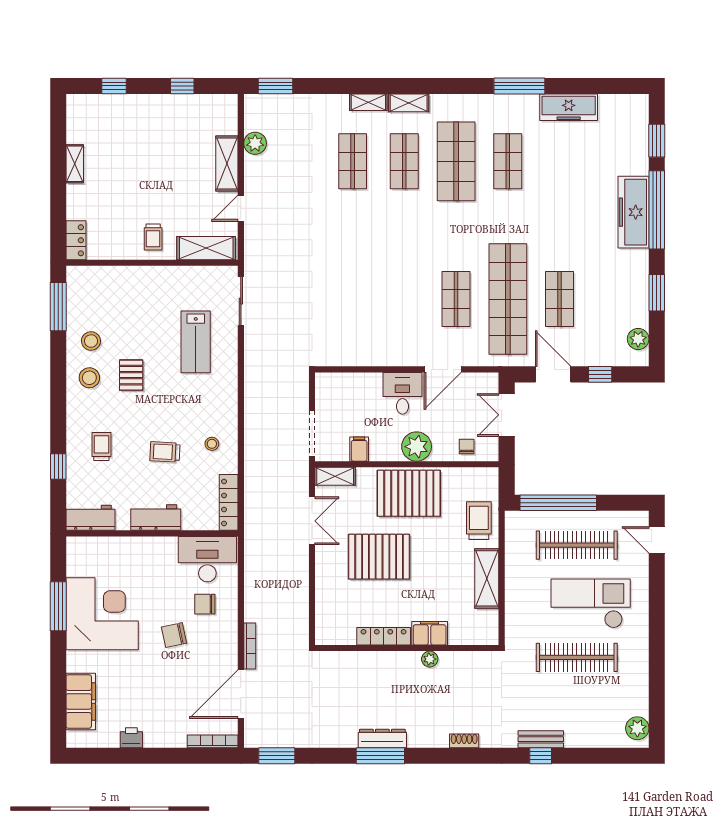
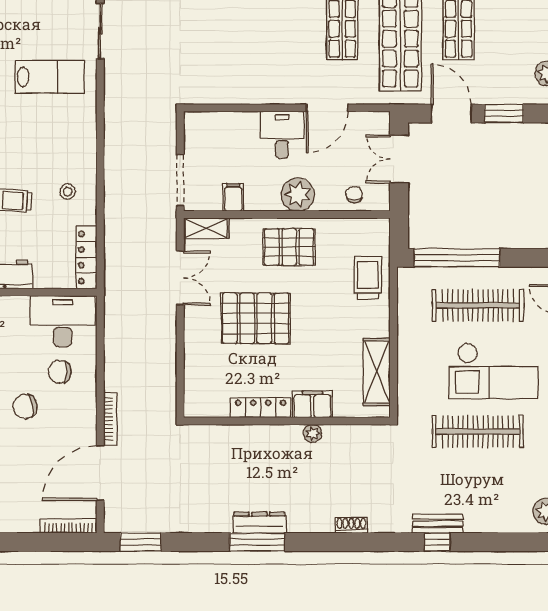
lab bench: (196, 342) -> (50, 77), turned -90
window: (600, 374) -> (504, 113), width x1.50
pallet: (409, 493) -> (289, 247), width x0.73, depth x0.71
shelving: (487, 578) -> (377, 372), moved
checkout: (591, 603) -> (493, 371), turned 180

